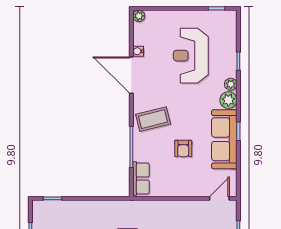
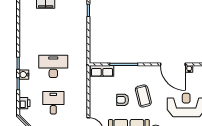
door: (131, 75) -> (173, 64), swing flipped
coffee table: (153, 119) -> (143, 96), moved

